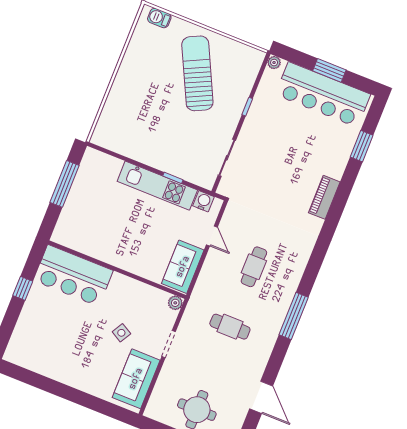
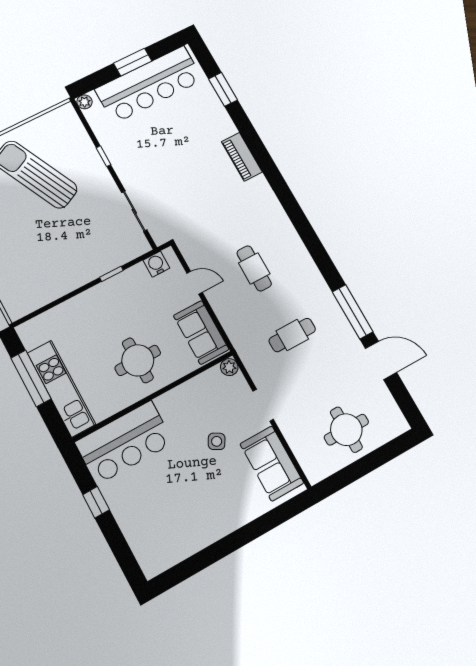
kitchen unit: (157, 186) -> (61, 389), moved, turned -90
round table: (131, 241) -> (138, 360), added
window: (294, 316) -> (353, 312), moved

